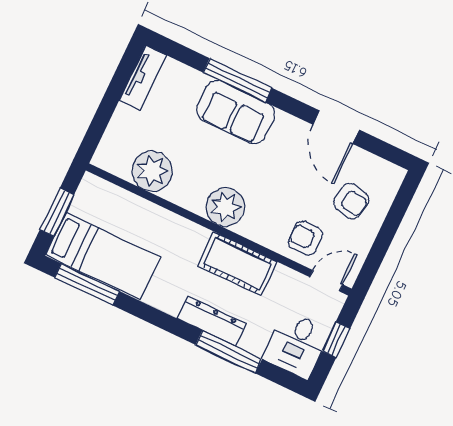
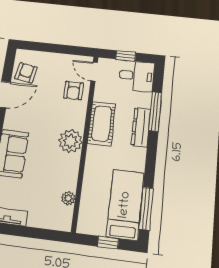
plant: (152, 171) -> (68, 198), width x0.53, depth x0.53
armchair: (351, 201) -> (26, 73), moved
window: (57, 212) -> (108, 243), width x0.67

